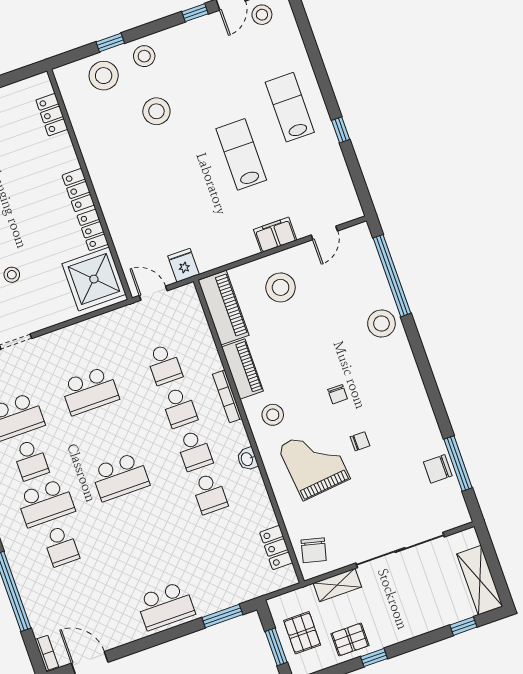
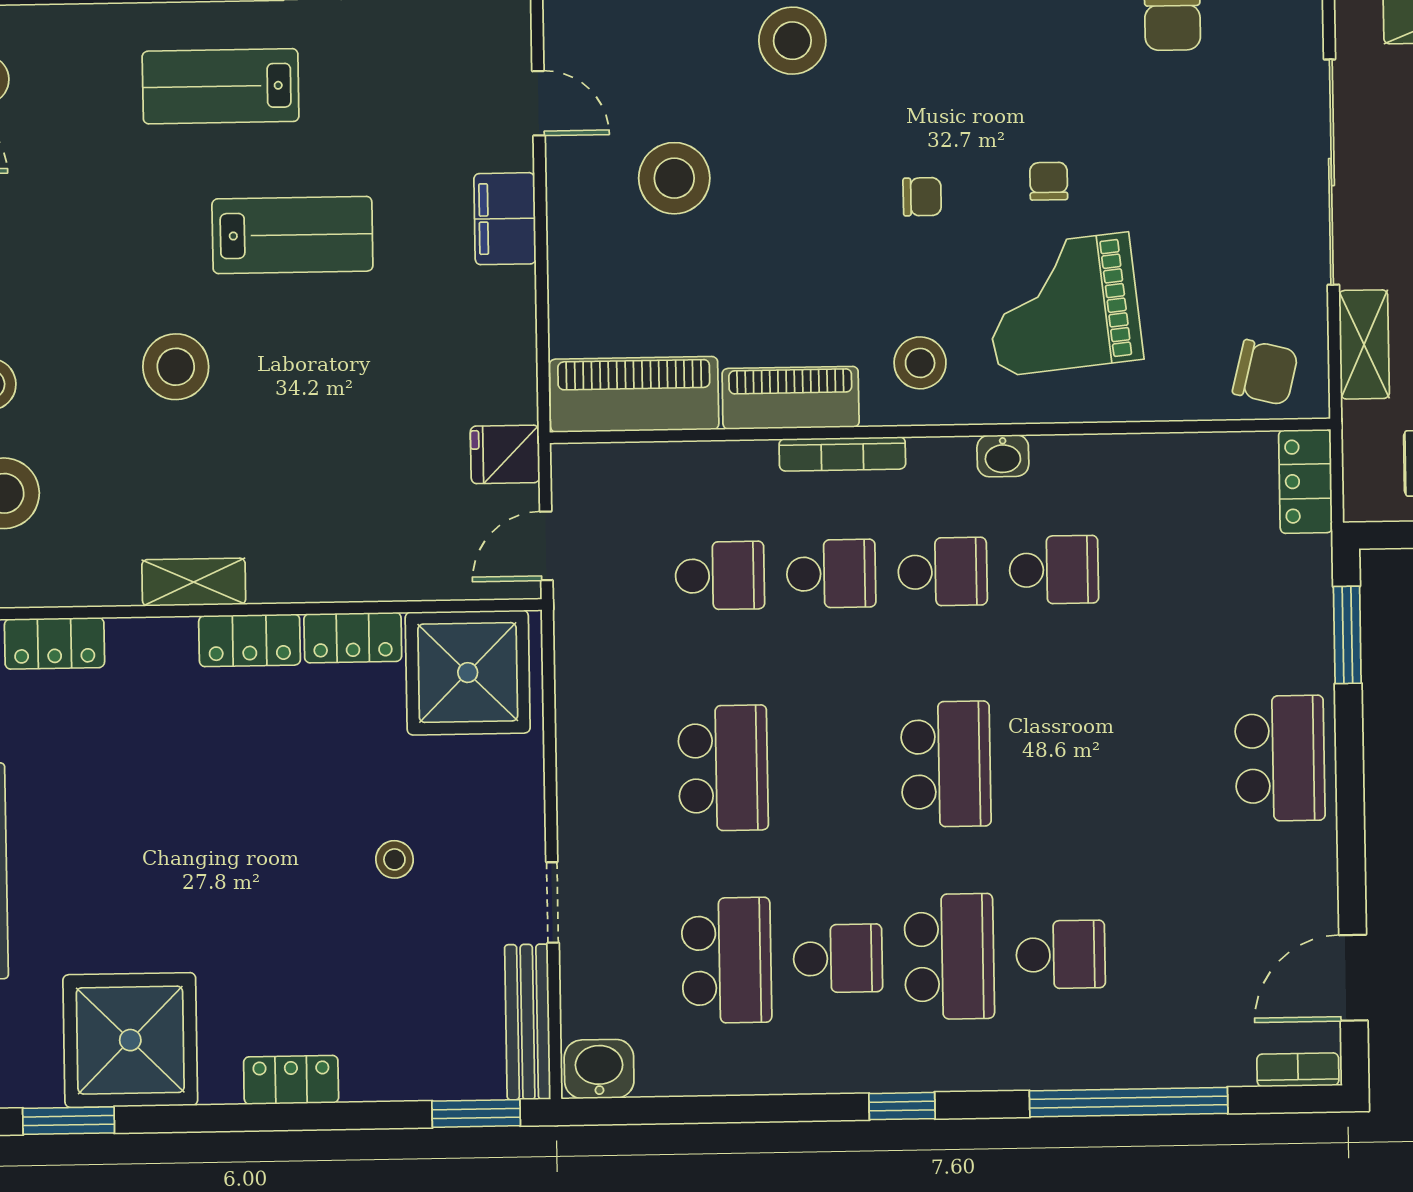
stool: (156, 111) -> (176, 367), moved
lab bench: (241, 154) -> (292, 235), turned 180
shelving: (94, 161) -> (194, 582), added
stool: (281, 287) -> (674, 178), moved
locker: (276, 548) -> (1306, 481), moved, turned 90

